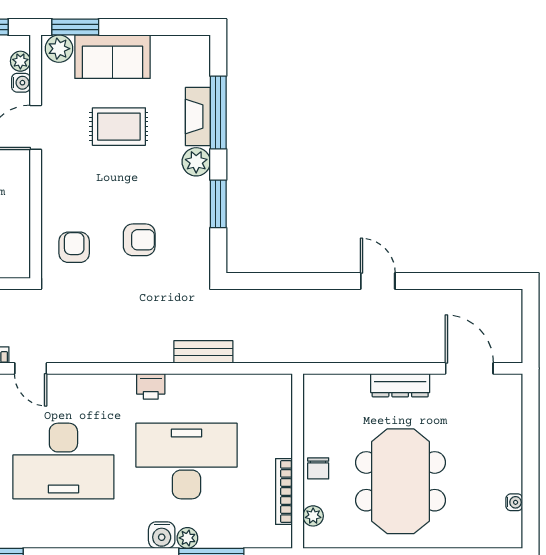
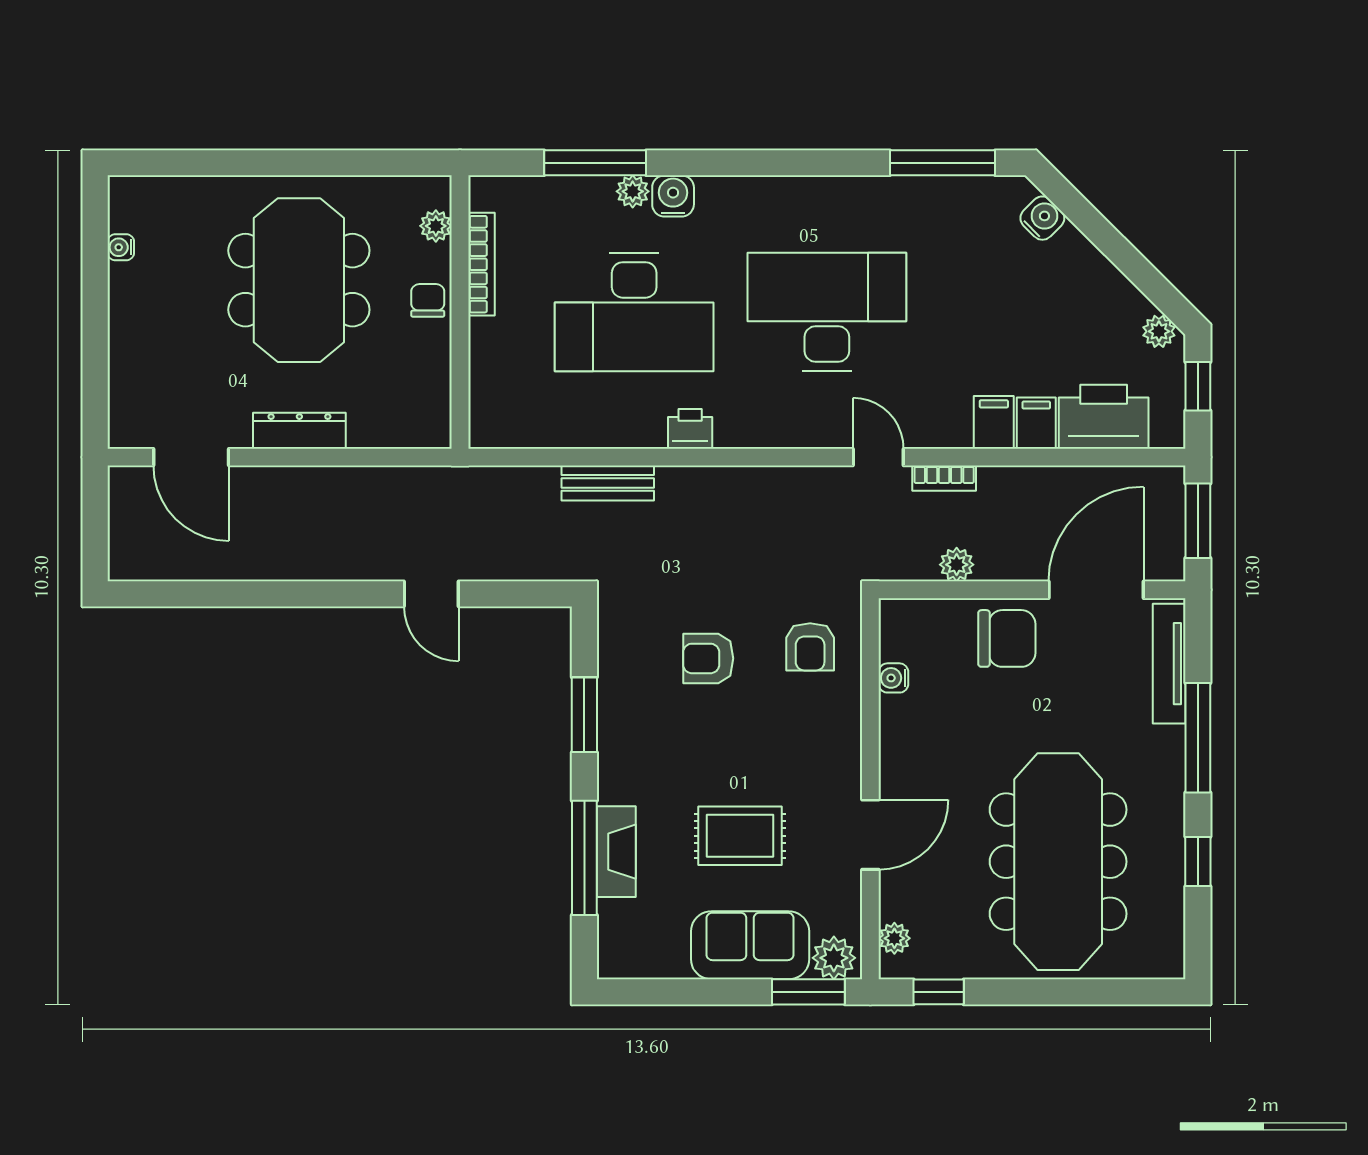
water cooler: (21, 83) -> (893, 678), moved
plant: (196, 162) -> (619, 781), removed
door: (378, 281) -> (431, 594), moved

